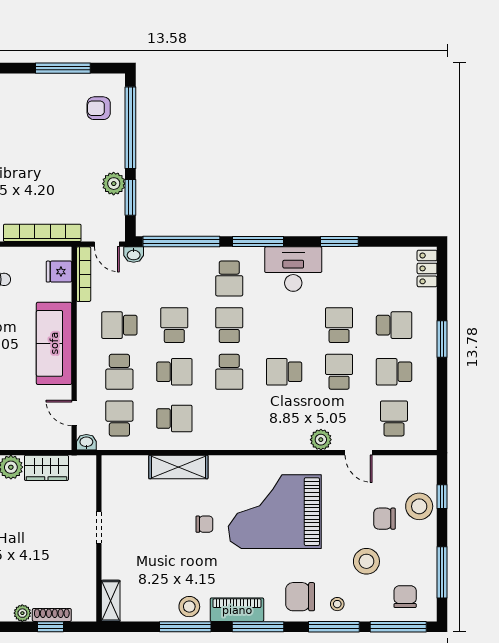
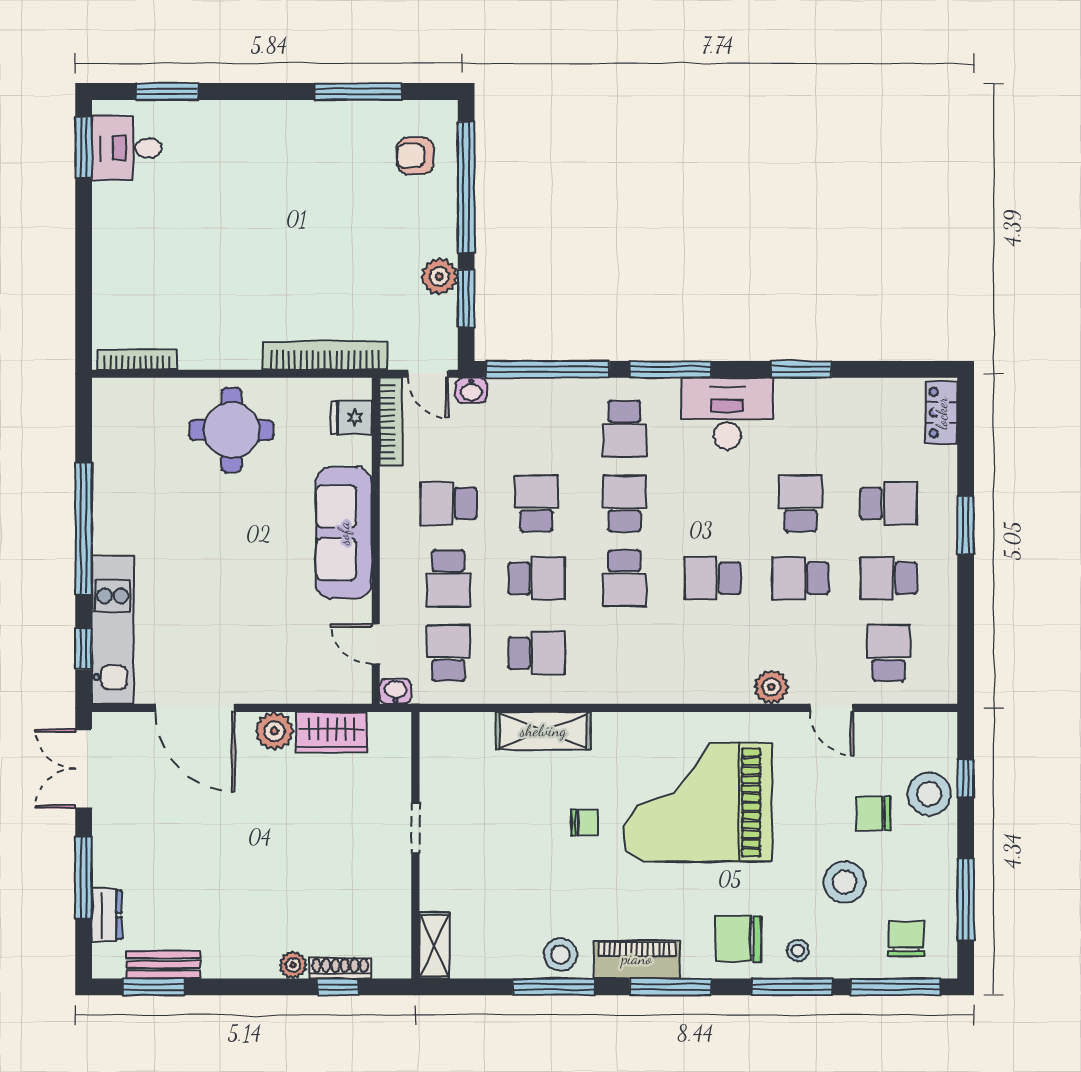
school desk: (339, 372) -> (801, 578), turned -90

